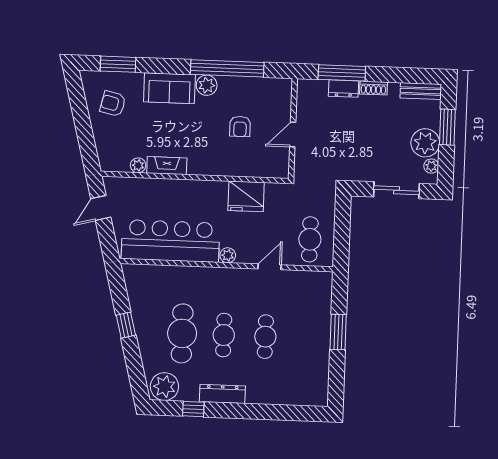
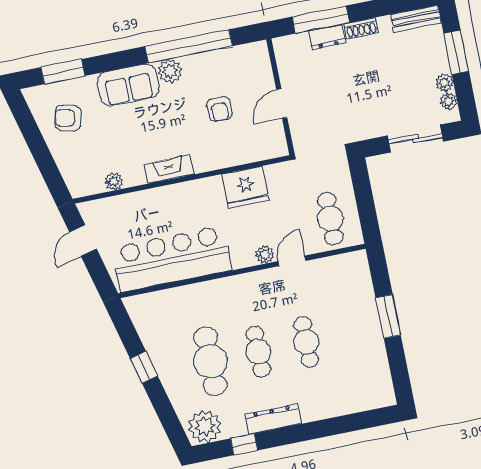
plant: (425, 143) -> (444, 83), width x0.53, depth x0.53
fireplace: (167, 166) -> (169, 169), moved
plant: (228, 255) -> (265, 255), moved

